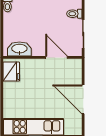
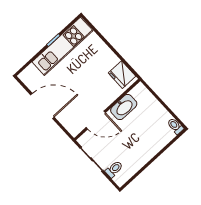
washbasin: (19, 49) -> (124, 107), moved

